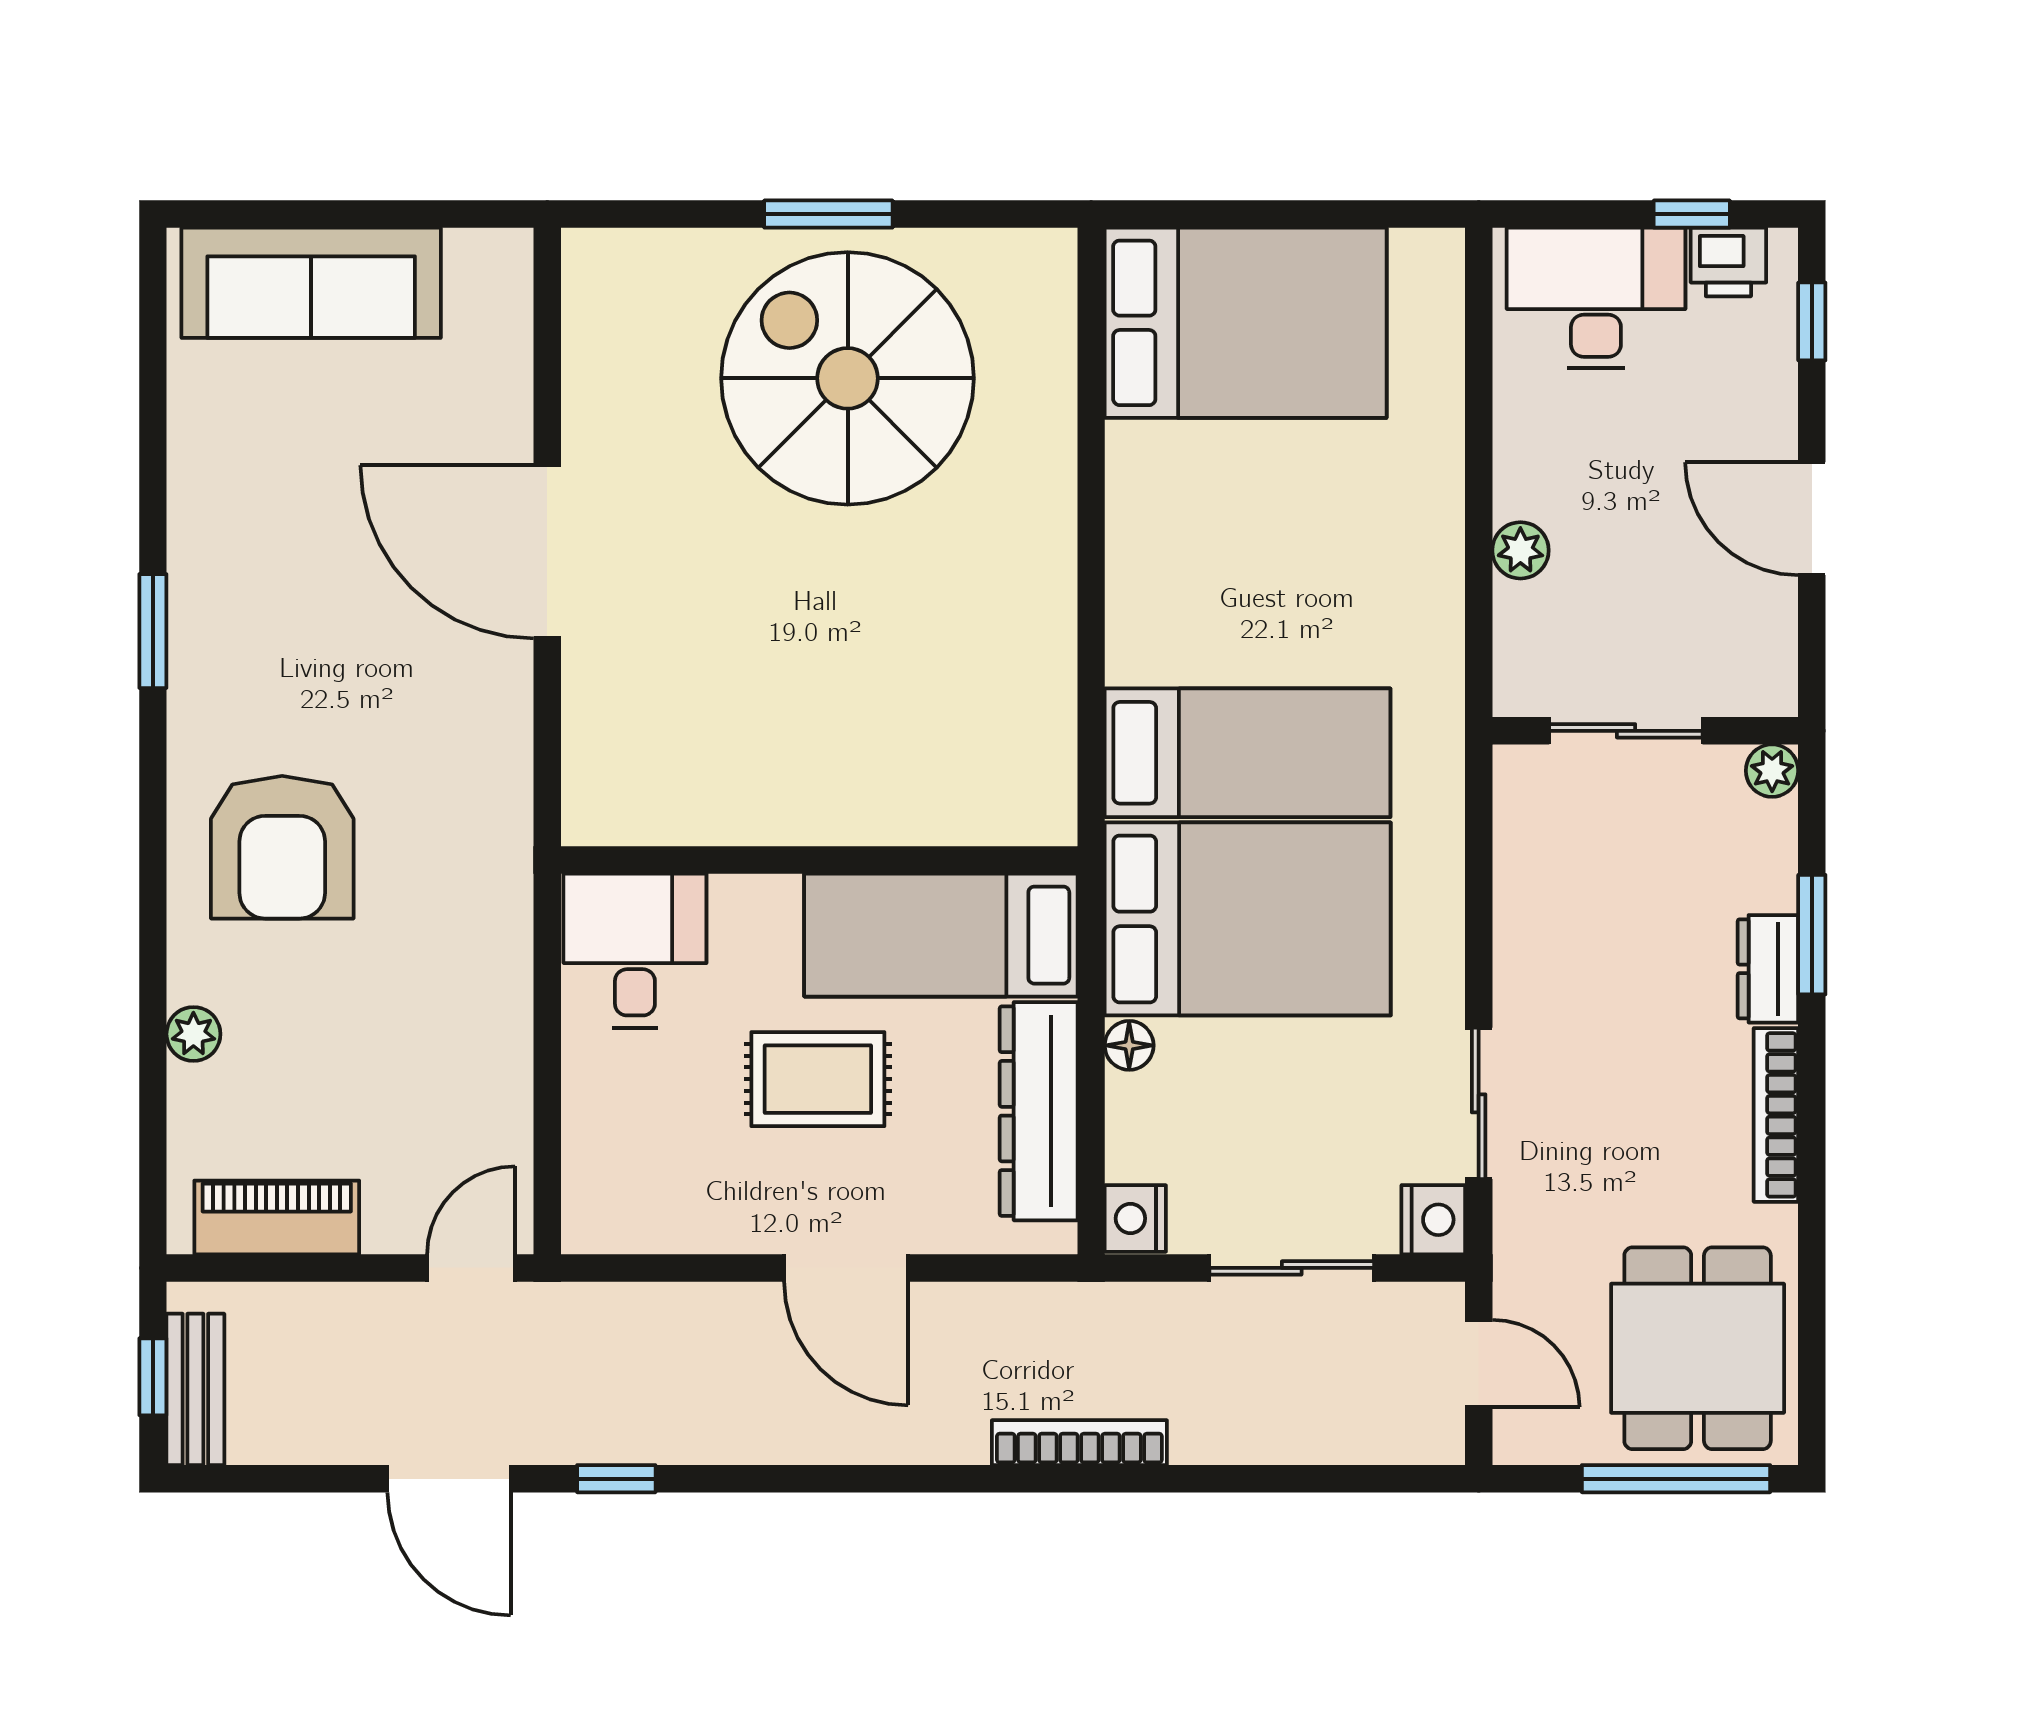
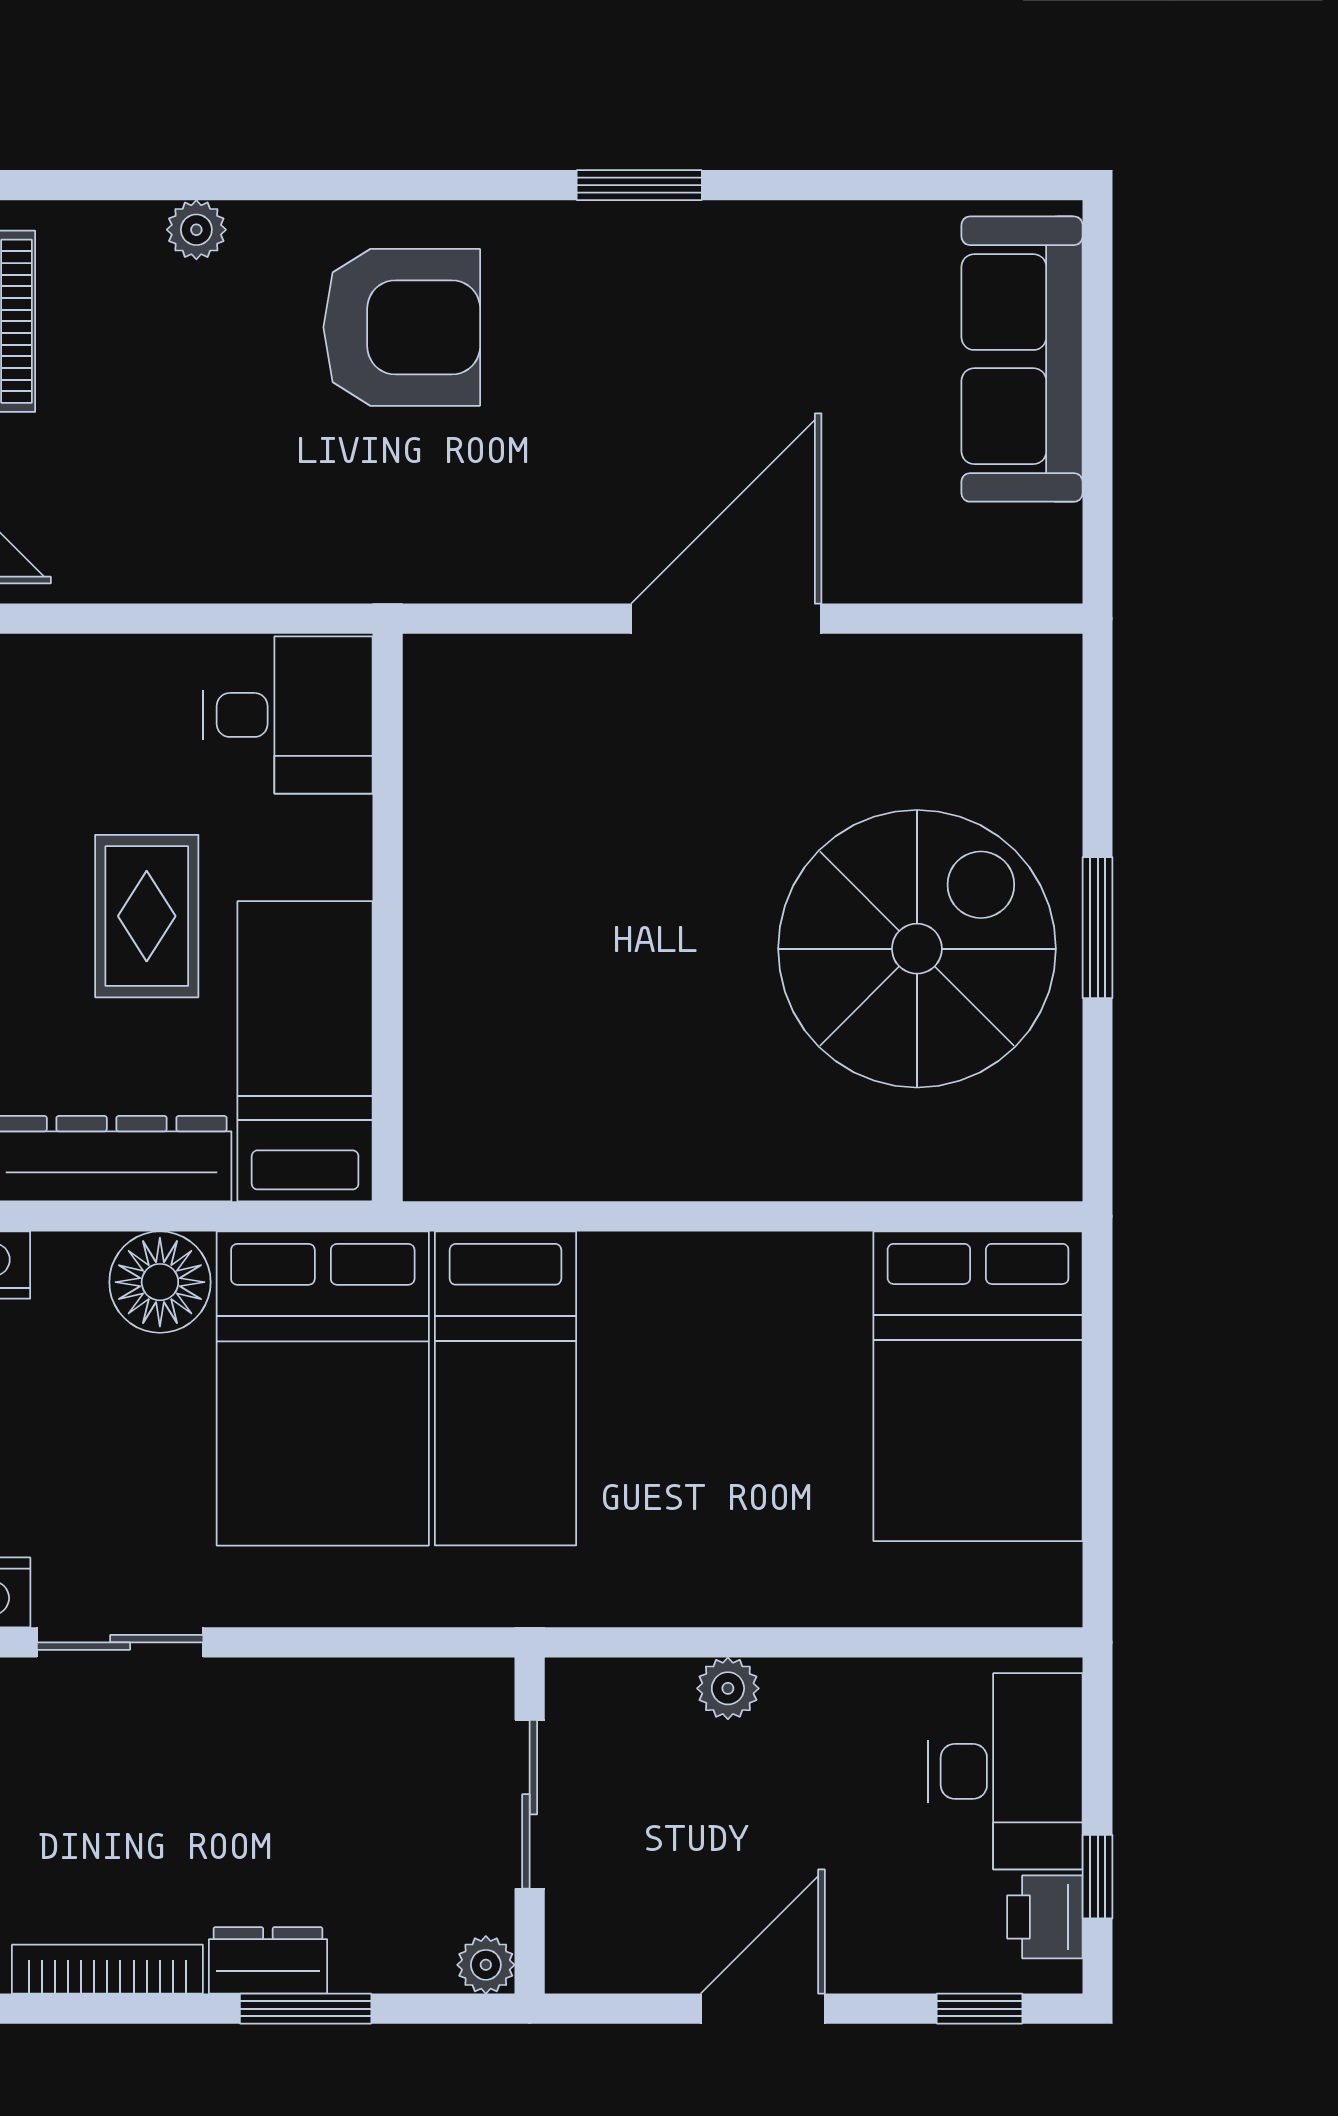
armchair: (282, 847) -> (402, 327), turned 180
floor lamp: (1129, 1045) -> (160, 1282), width x1.89, depth x1.89

